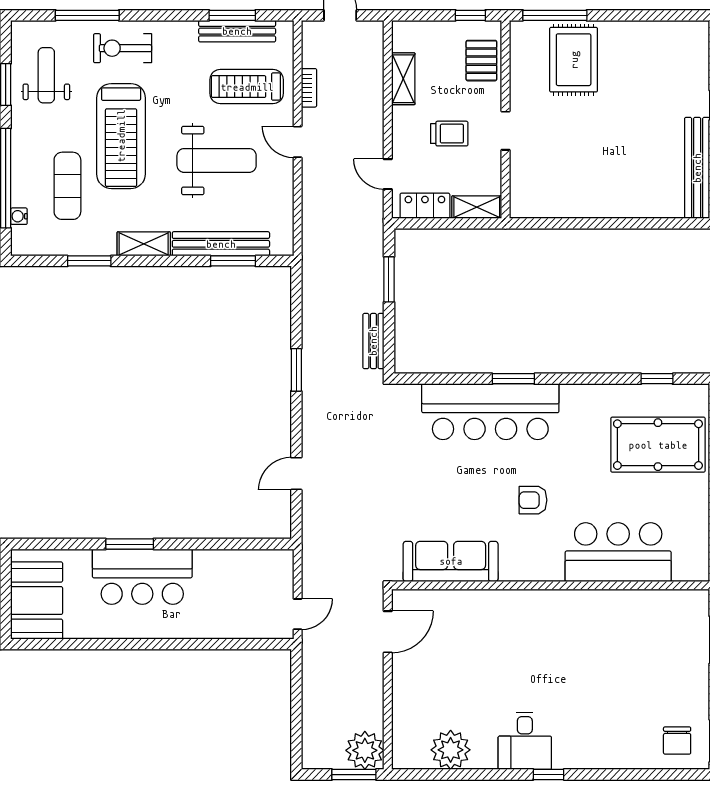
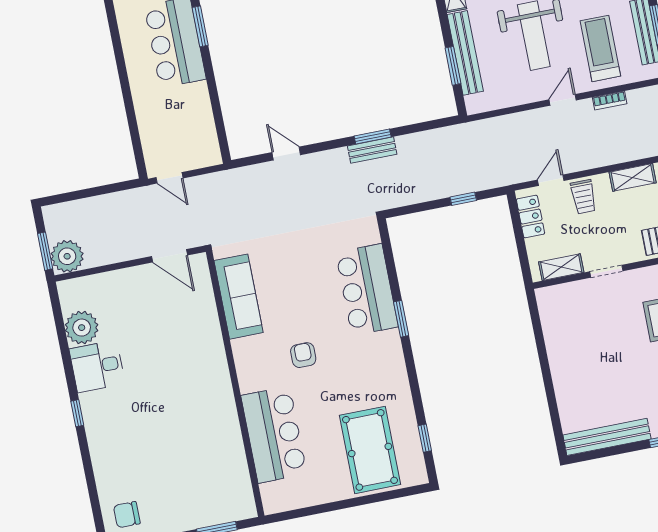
trolley: (449, 134) -> (583, 197), moved
shelving: (477, 207) -> (561, 267), moved, turned 90
window: (389, 279) -> (463, 199), width x0.67
bench: (373, 341) -> (372, 150), moved
bar counter: (490, 412) -> (367, 290), width x0.73
desk: (525, 741) -> (97, 366), moved

